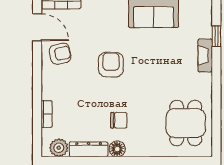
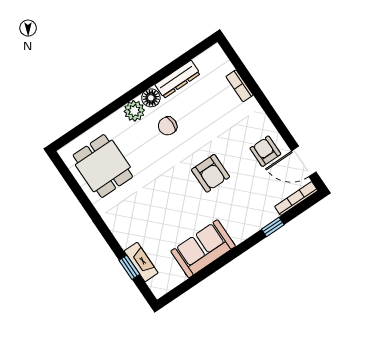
armchair: (60, 54) -> (265, 151), turned 102
fireplace: (205, 55) -> (141, 262), moved
plant: (59, 148) -> (134, 111), moved

